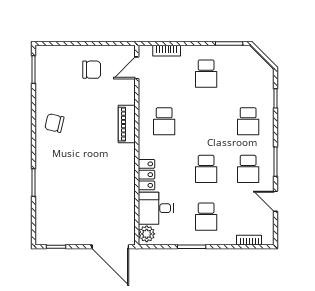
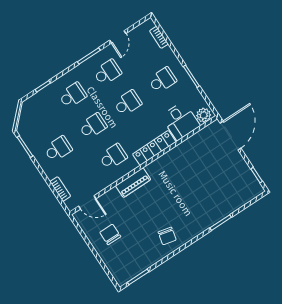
school desk: (206, 121) -> (93, 126), added
locker: (147, 175) -> (154, 148), width x1.53

